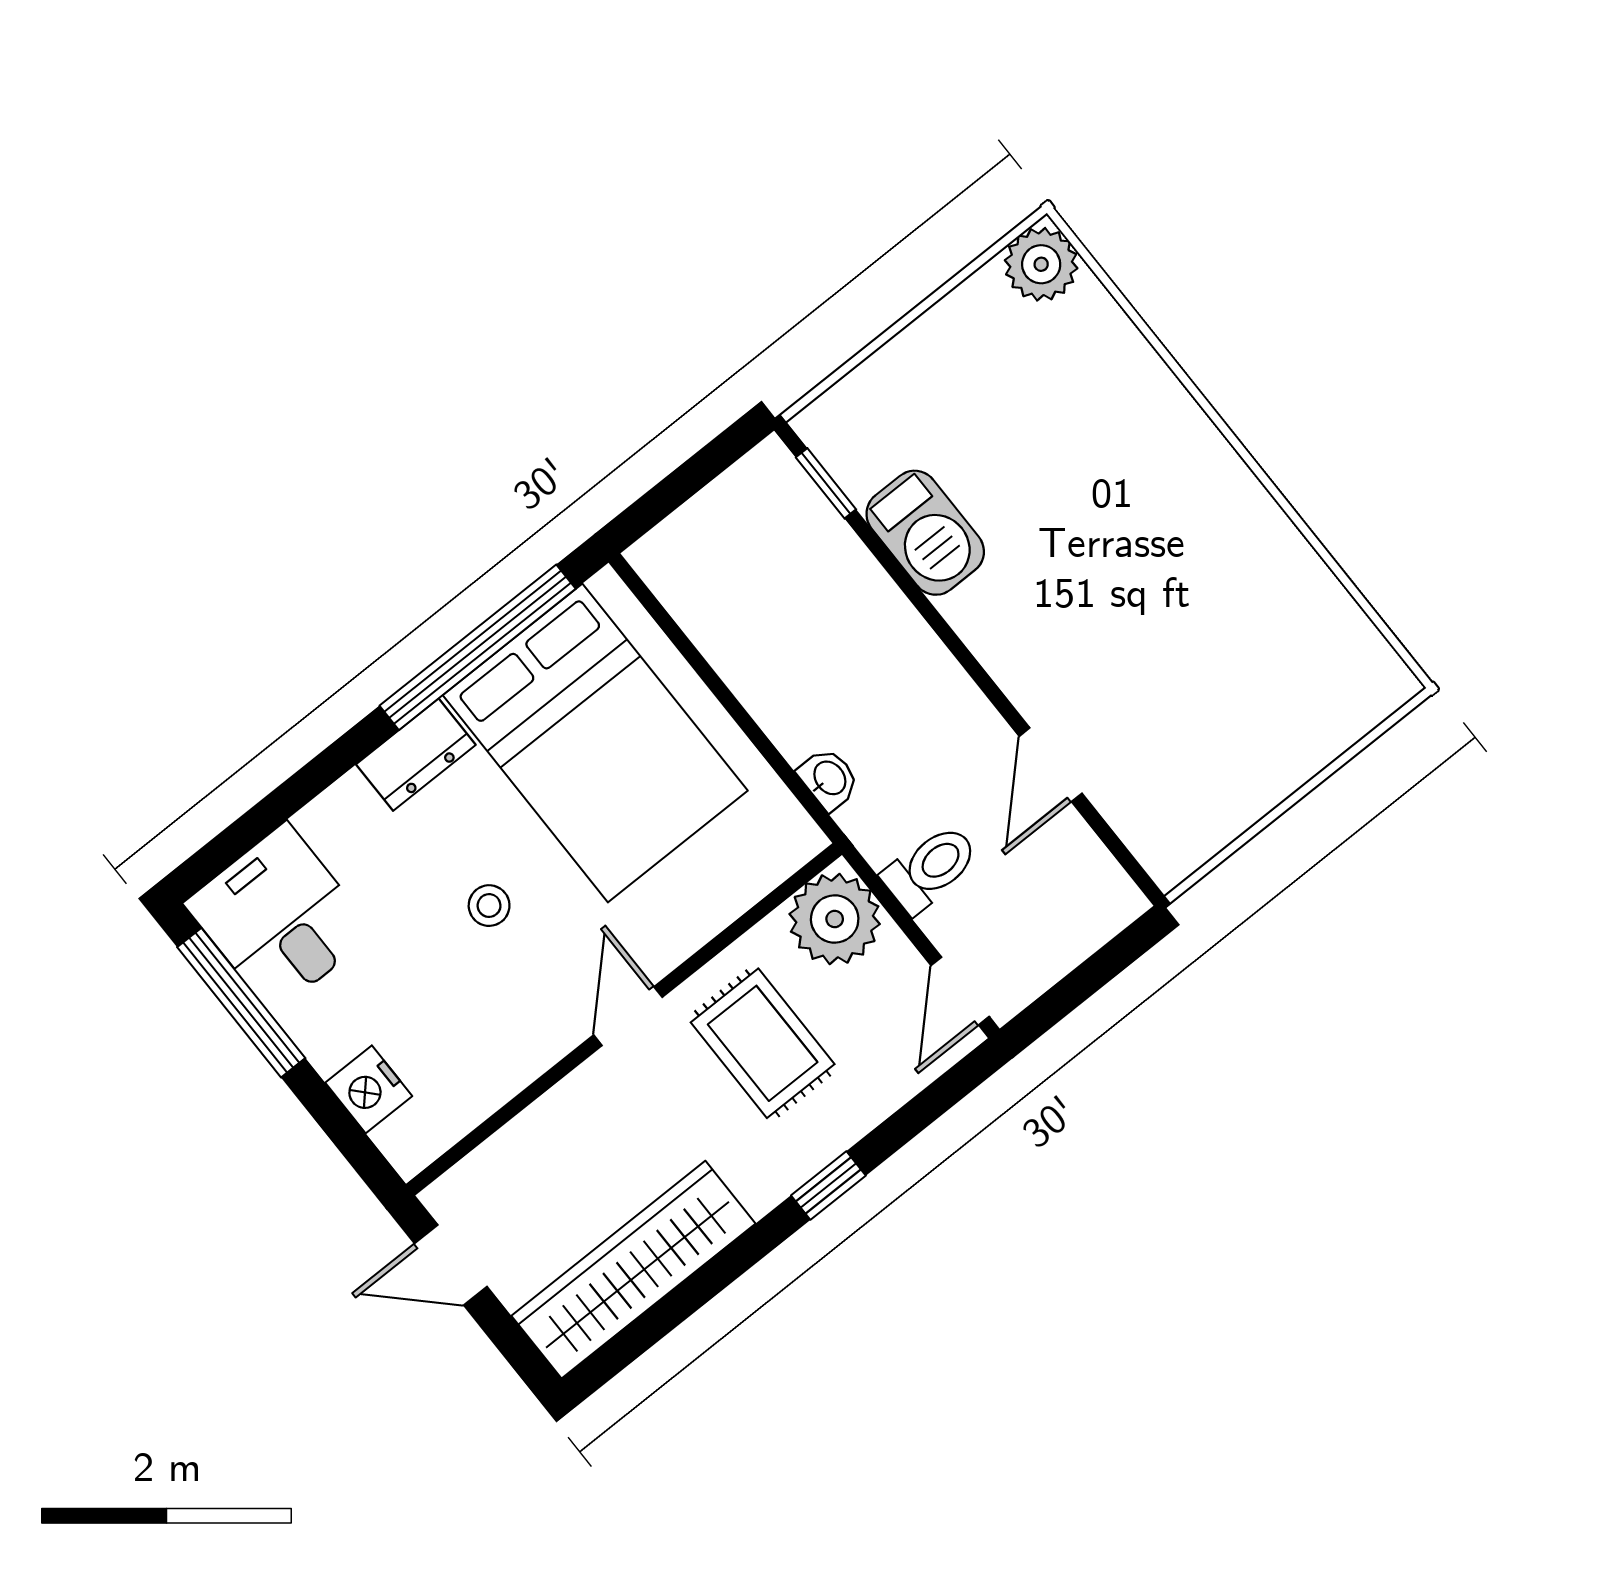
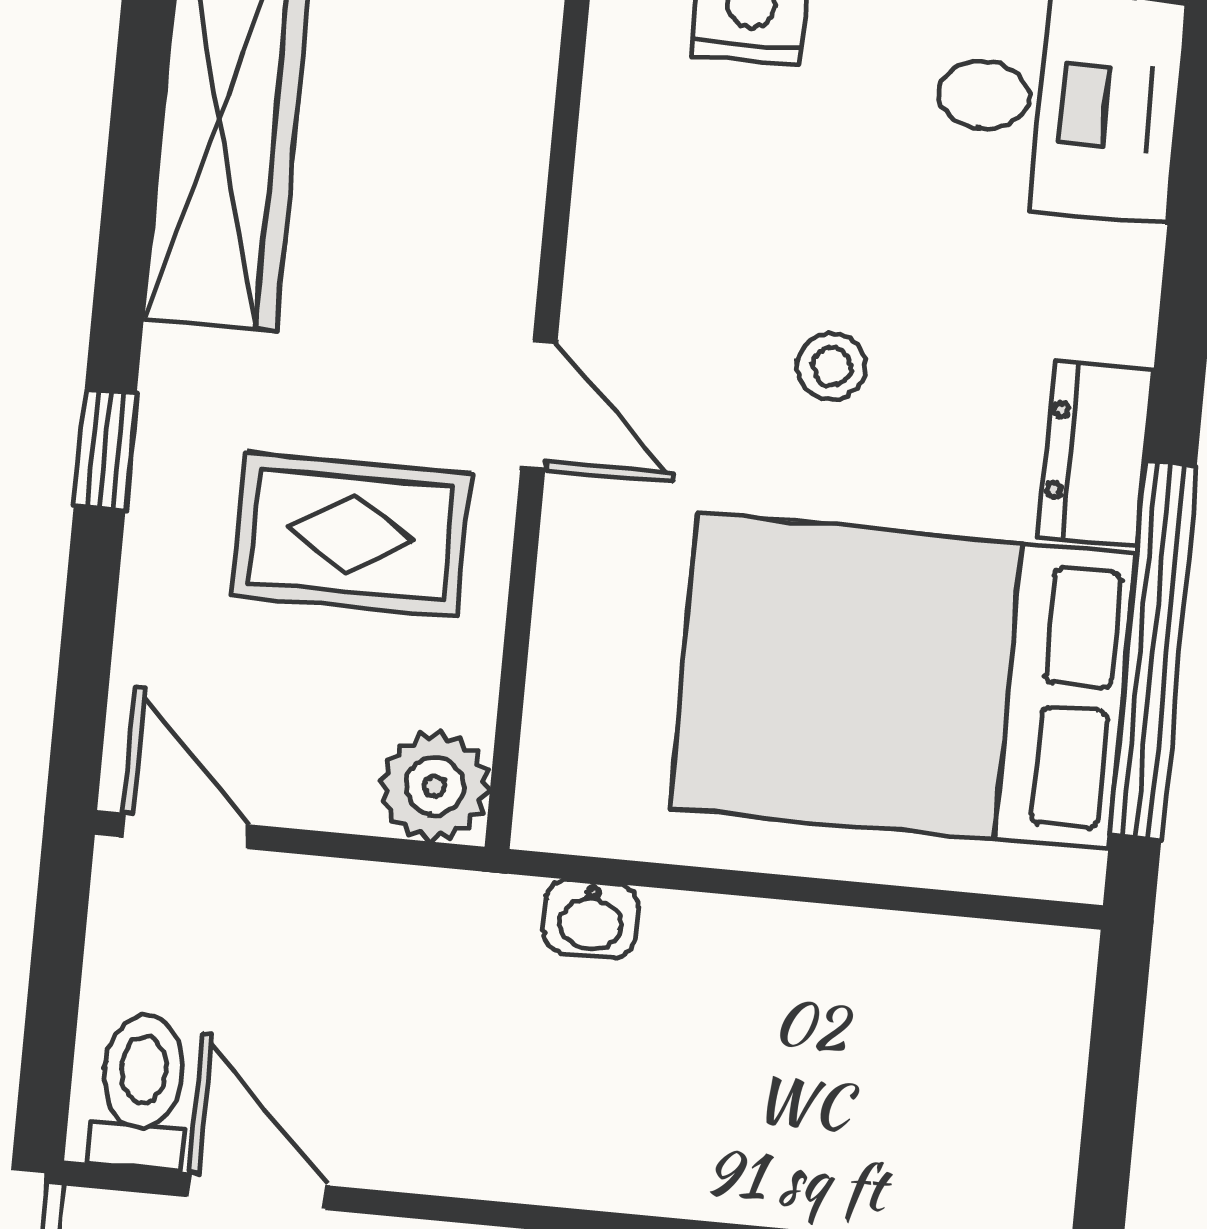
door: (1051, 765) -> (257, 1191), moved
toilet: (931, 868) -> (141, 1091), moved, turned 180
plant: (835, 919) -> (435, 786), width x0.73, depth x0.73

